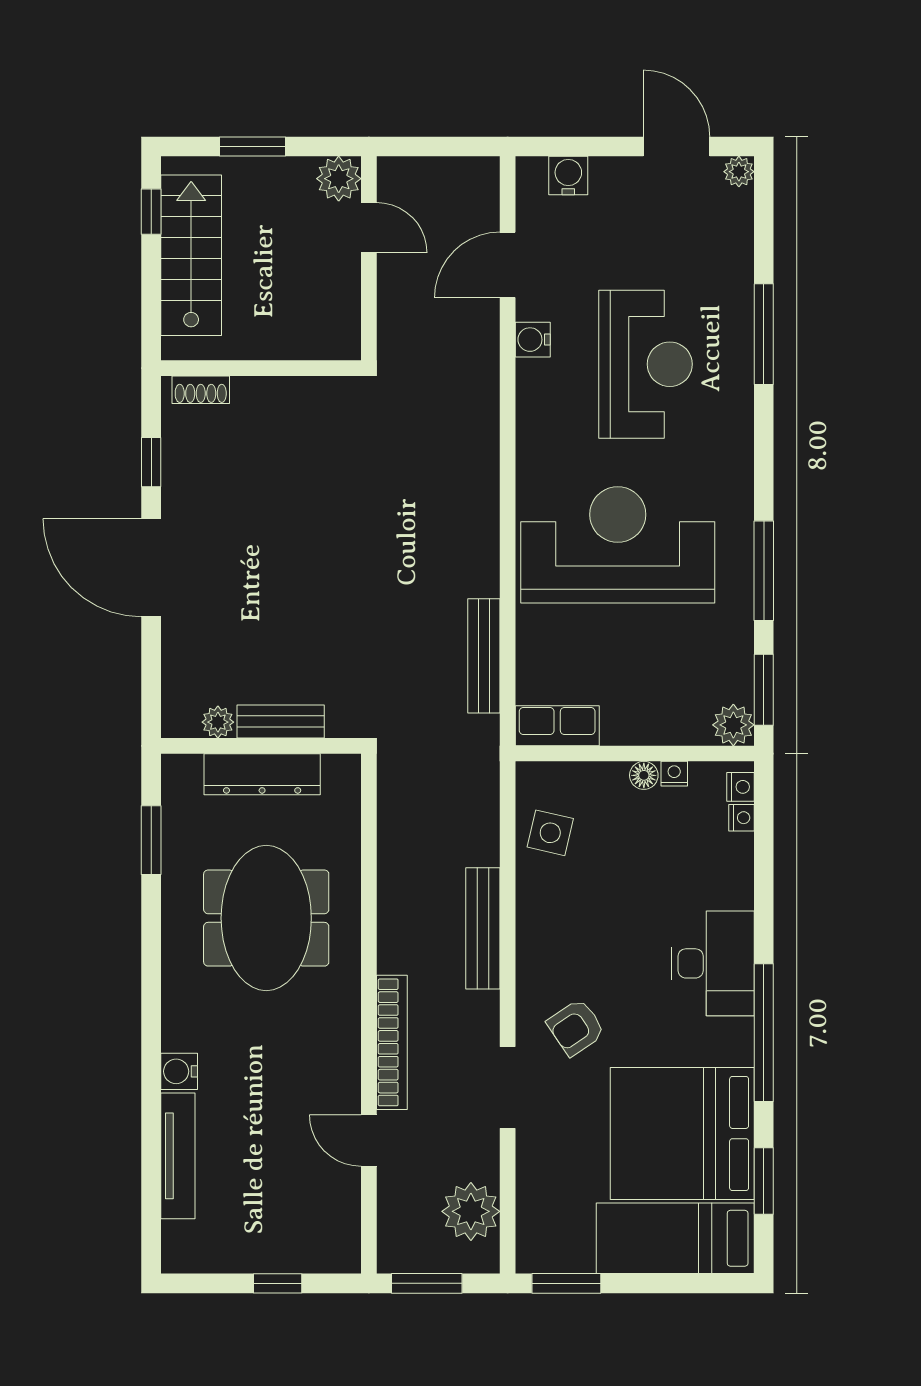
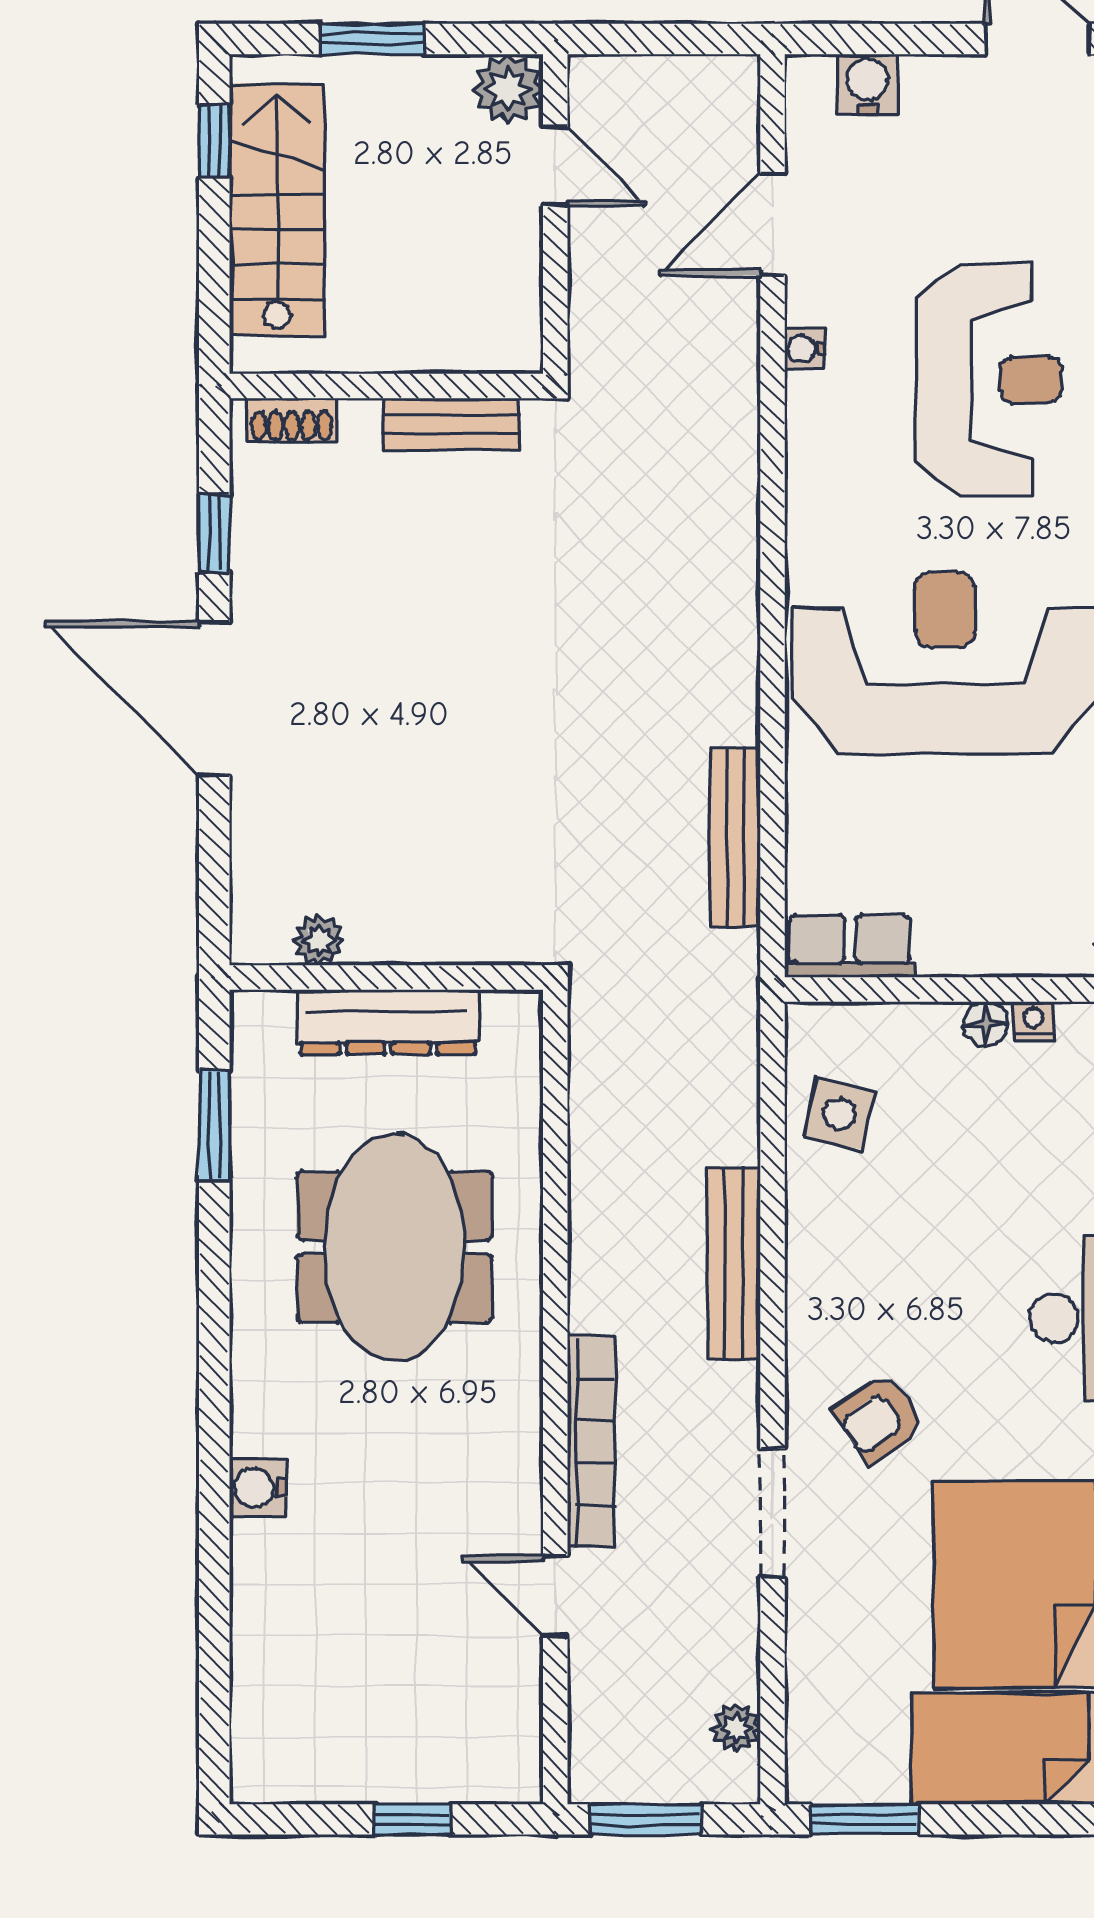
water cooler: (533, 340) -> (804, 349), width x0.72, depth x0.72
bench: (281, 721) -> (451, 424), moved
tv unit: (178, 1156) -> (256, 1620), removed
plant: (471, 1211) -> (736, 1728), width x0.53, depth x0.53

